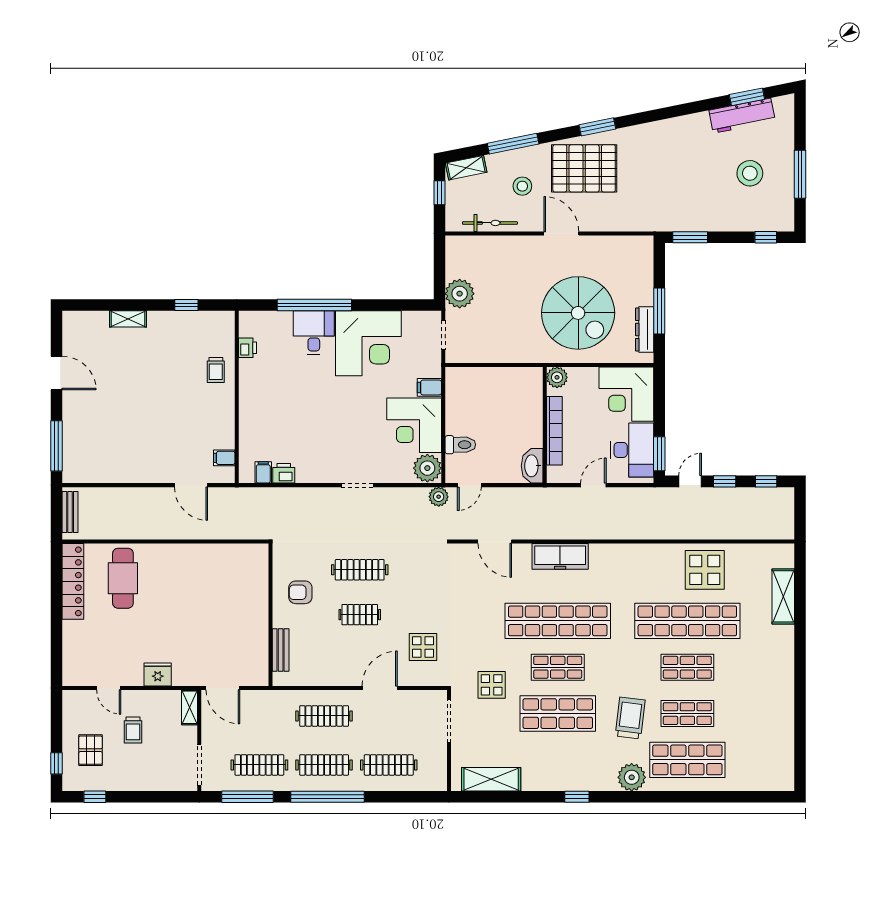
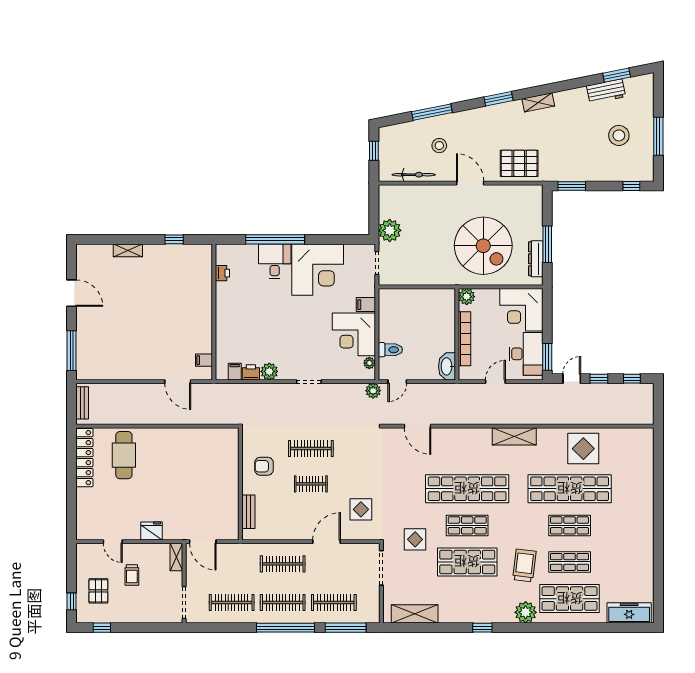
workbench: (742, 116) -> (606, 91), width x0.73
shelving: (466, 168) -> (538, 102), moved
pallet: (584, 168) -> (519, 163), moved, width x0.73, depth x0.71
trolley: (216, 370) -> (197, 291), removed
plant: (427, 468) -> (369, 363), width x0.53, depth x0.53
plant: (307, 472) -> (269, 371), added
freezer: (560, 556) -> (629, 613), moved, turned 180
shelving: (783, 596) -> (514, 436), moved, turned 90
window: (248, 797) -> (346, 628), moved

